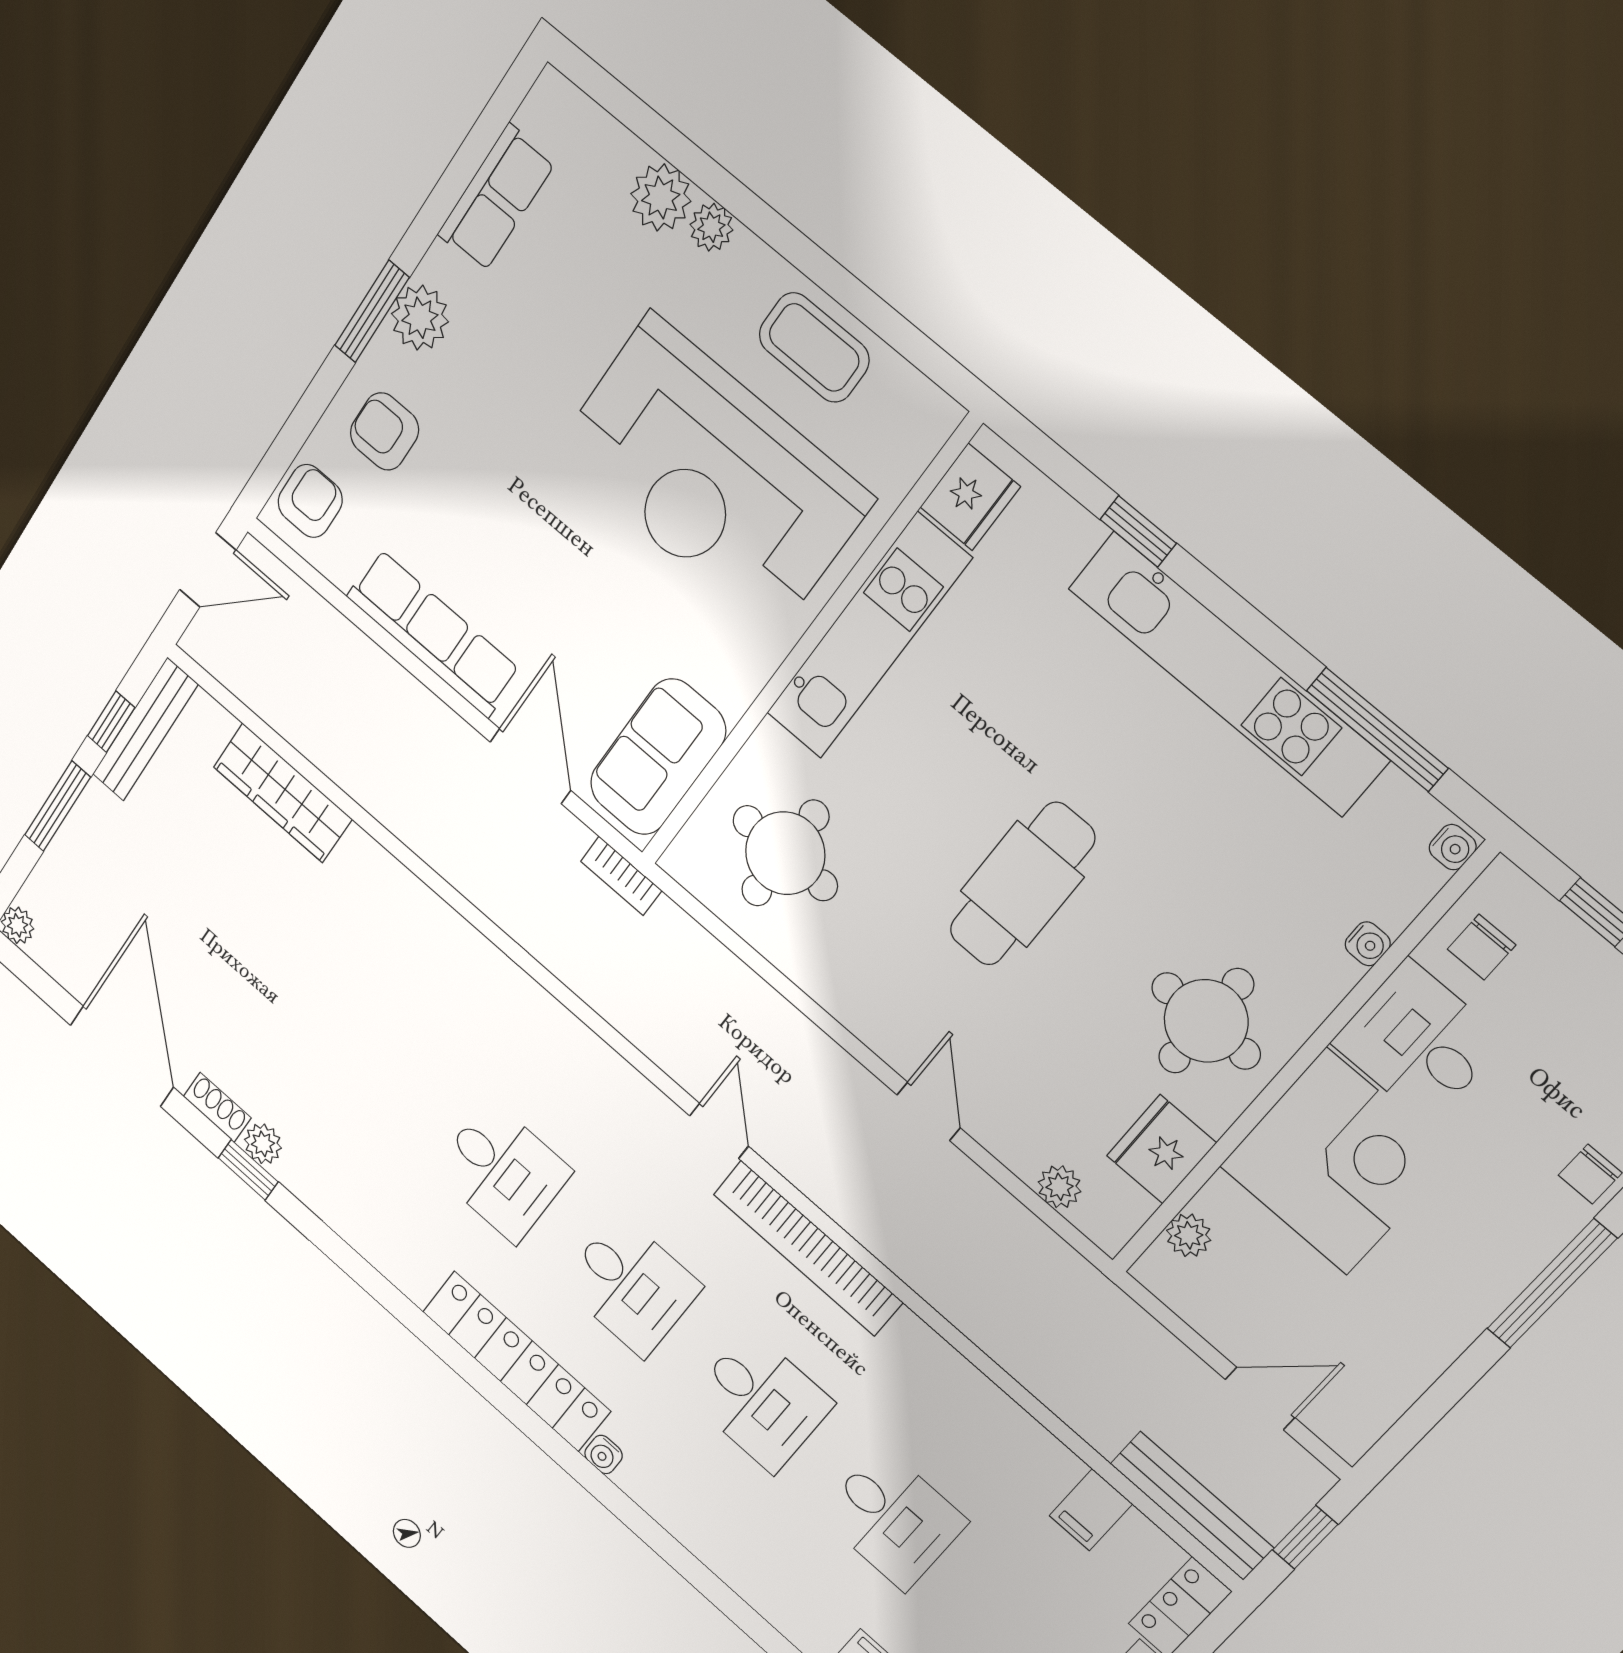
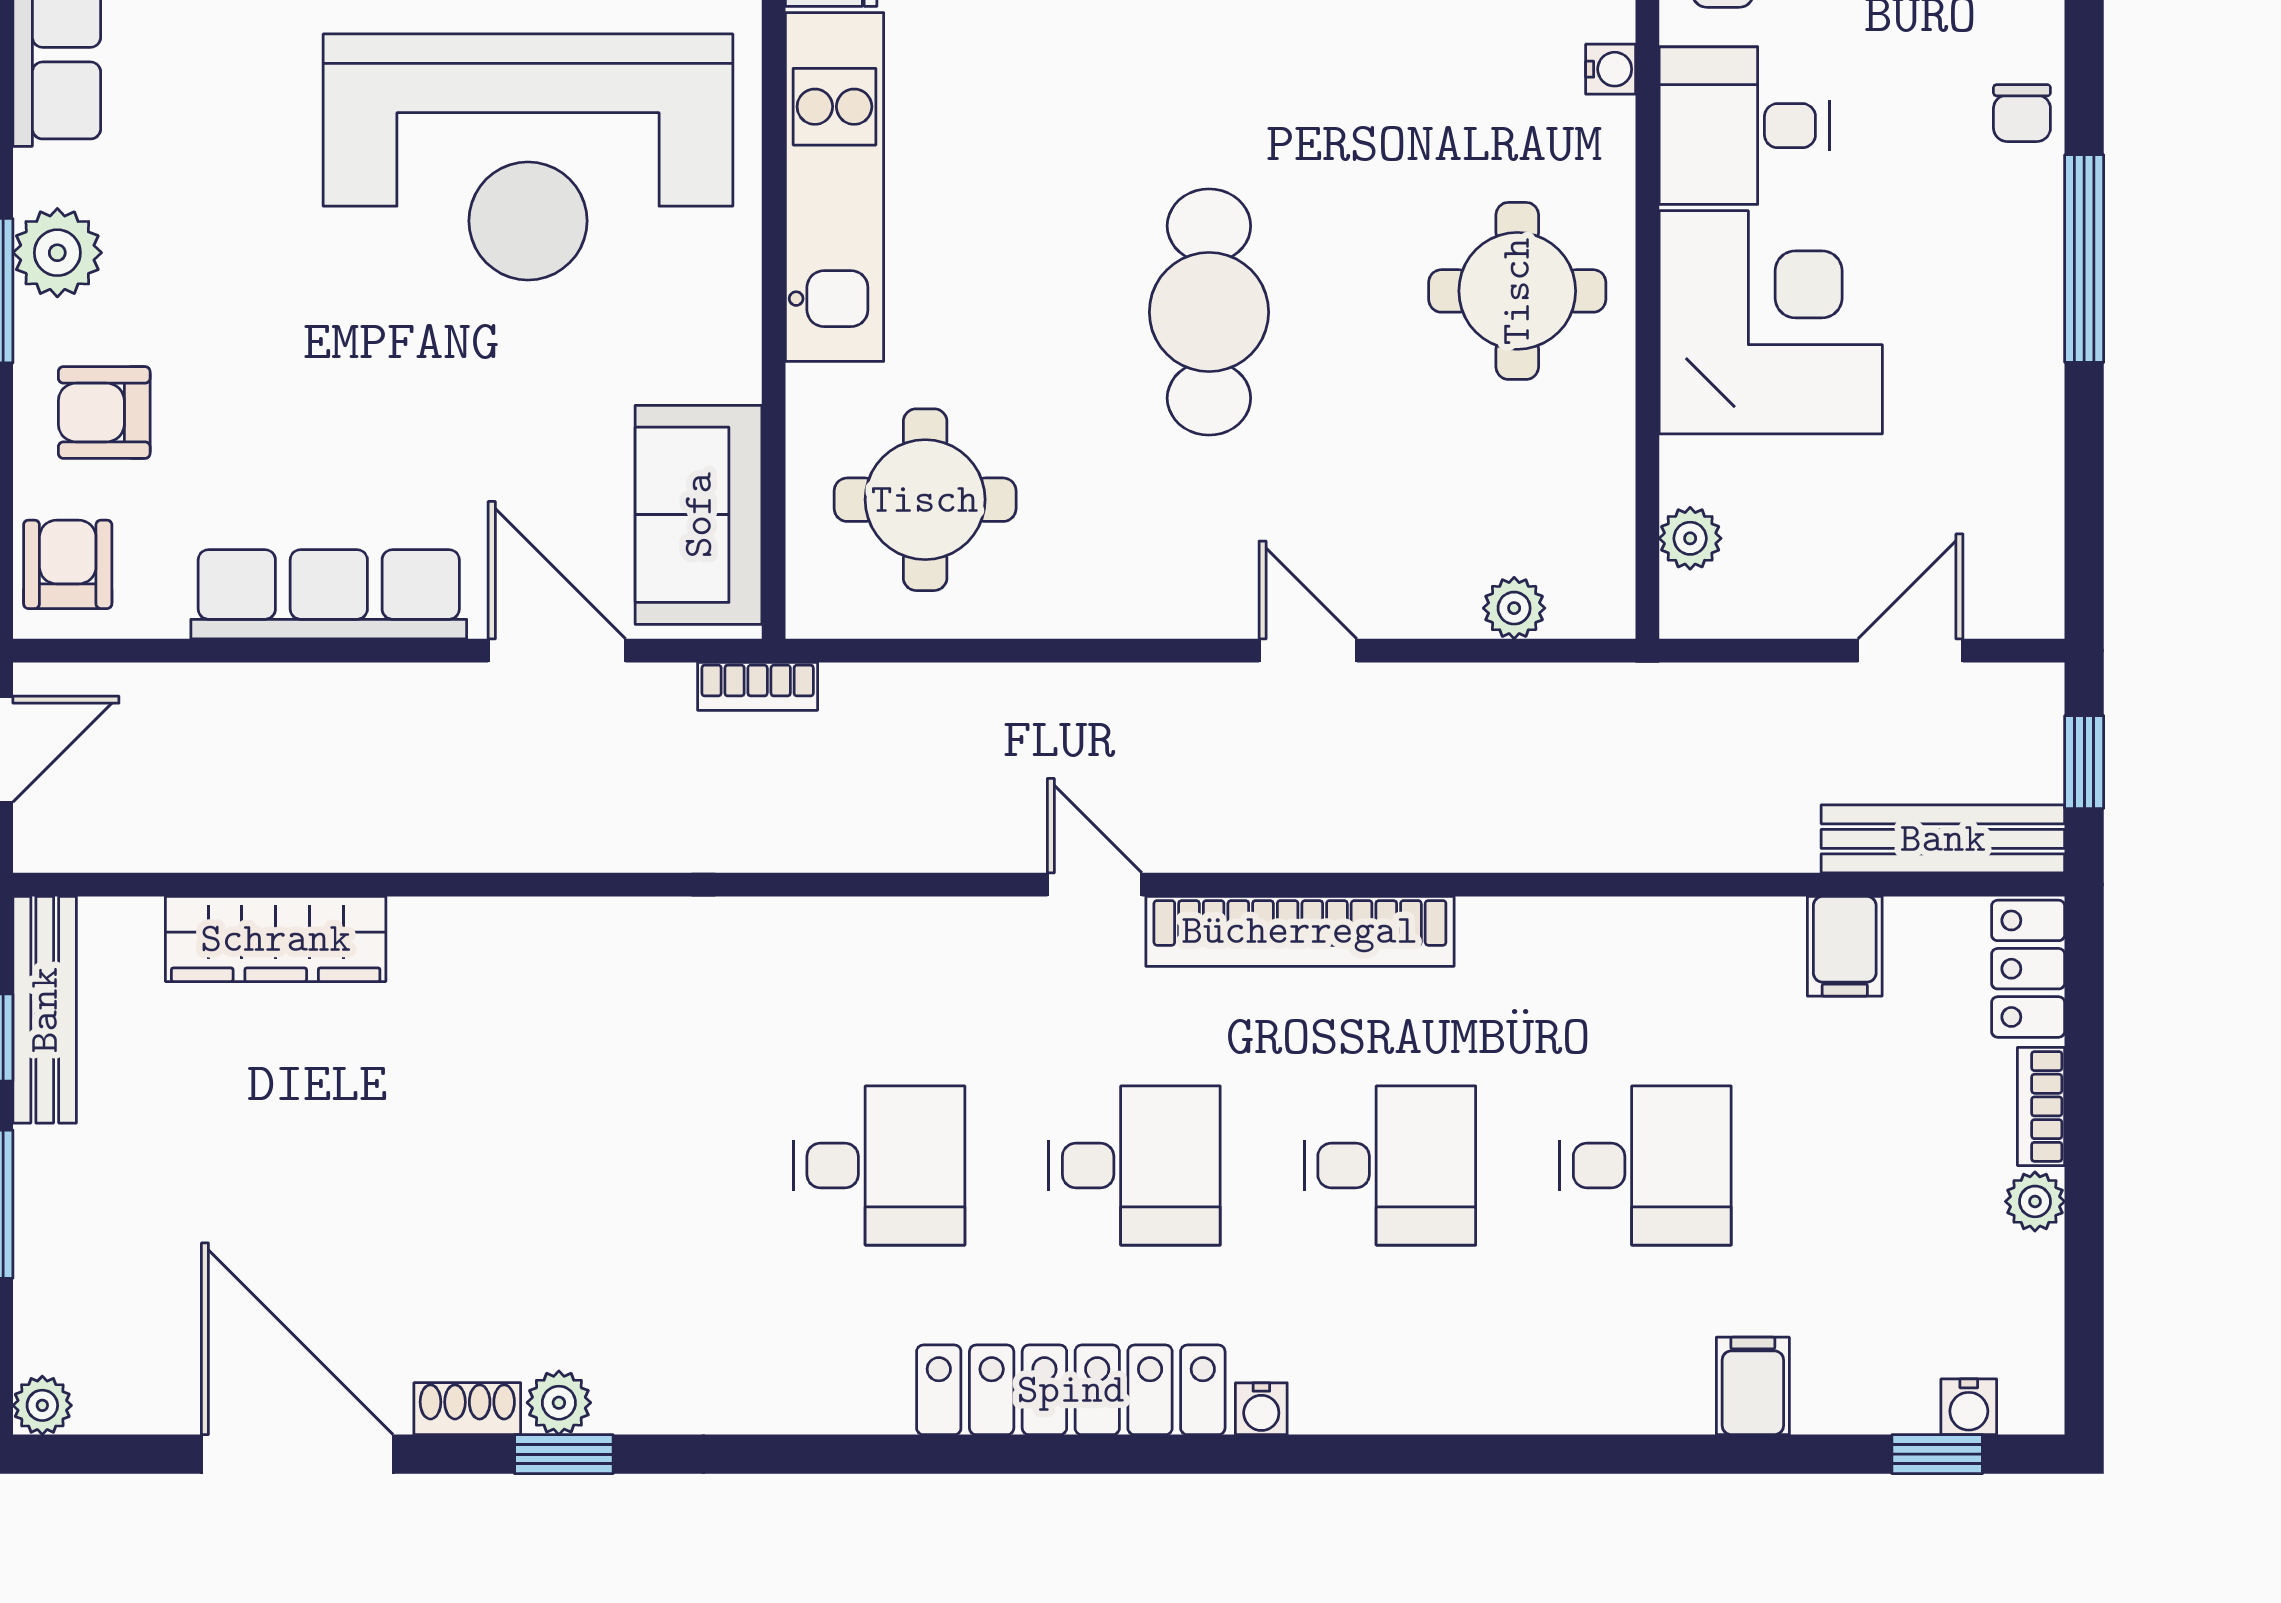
fridge: (1161, 1149) -> (1585, 470), removed

